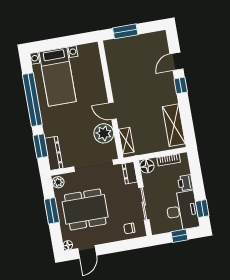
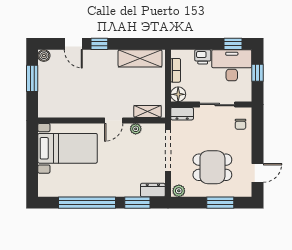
window: (125, 31) -> (32, 78), moved
boiler: (161, 36) -> (44, 56), added
bed with nightstands: (58, 77) -> (68, 148), moved
plant: (104, 133) -> (136, 129), width x0.53, depth x0.53
dresser: (54, 153) -> (153, 190), width x0.70
dining table: (85, 209) -> (212, 167), width x0.73
window: (52, 211) -> (220, 203), moved
floor lamp: (68, 245) -> (247, 192), removed
door: (87, 252) -> (258, 173), hinge flipped

